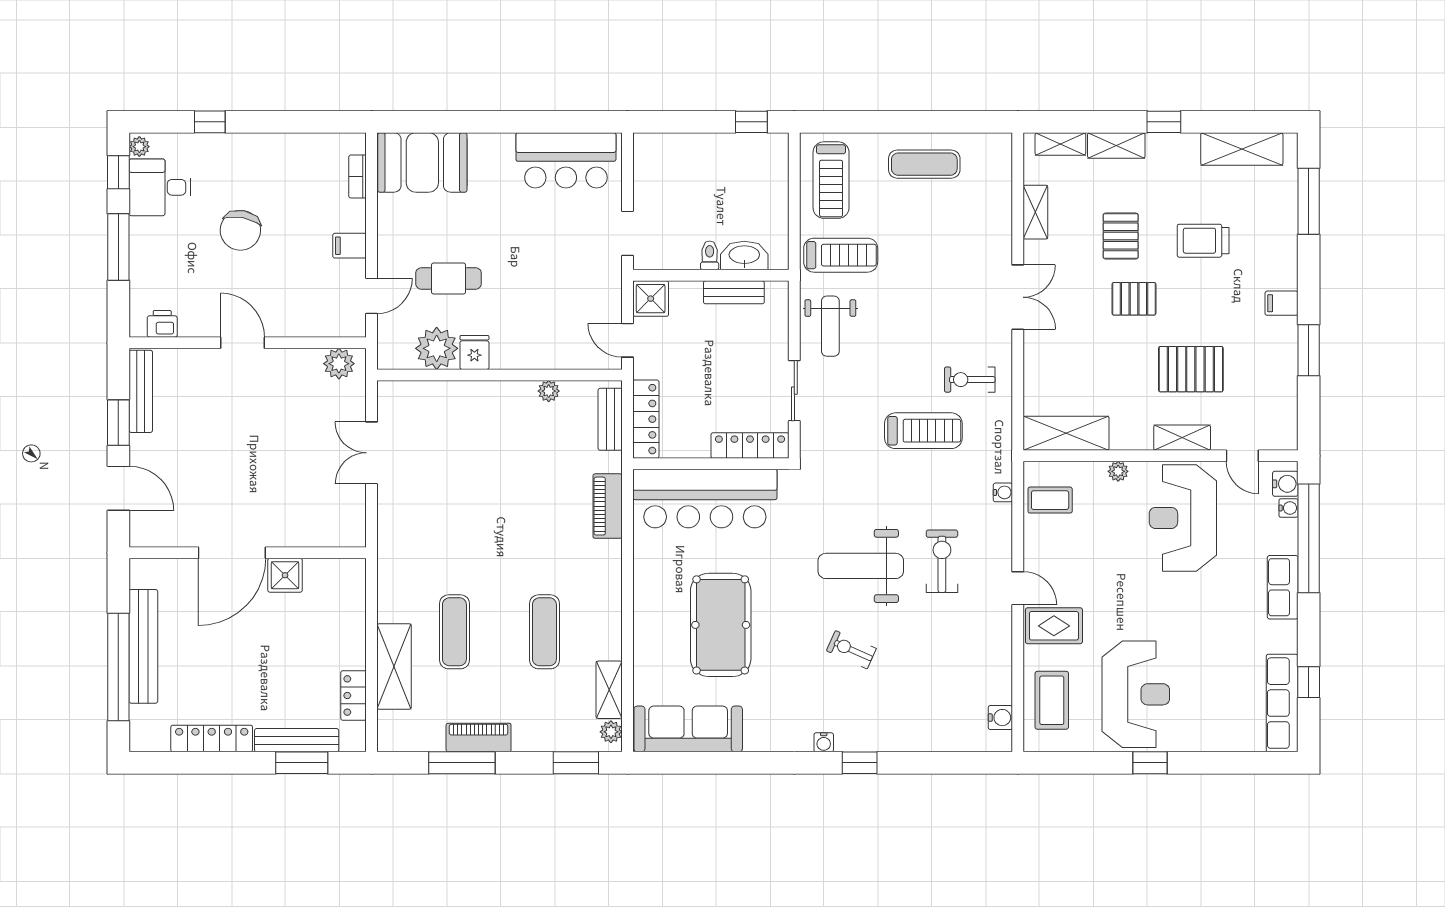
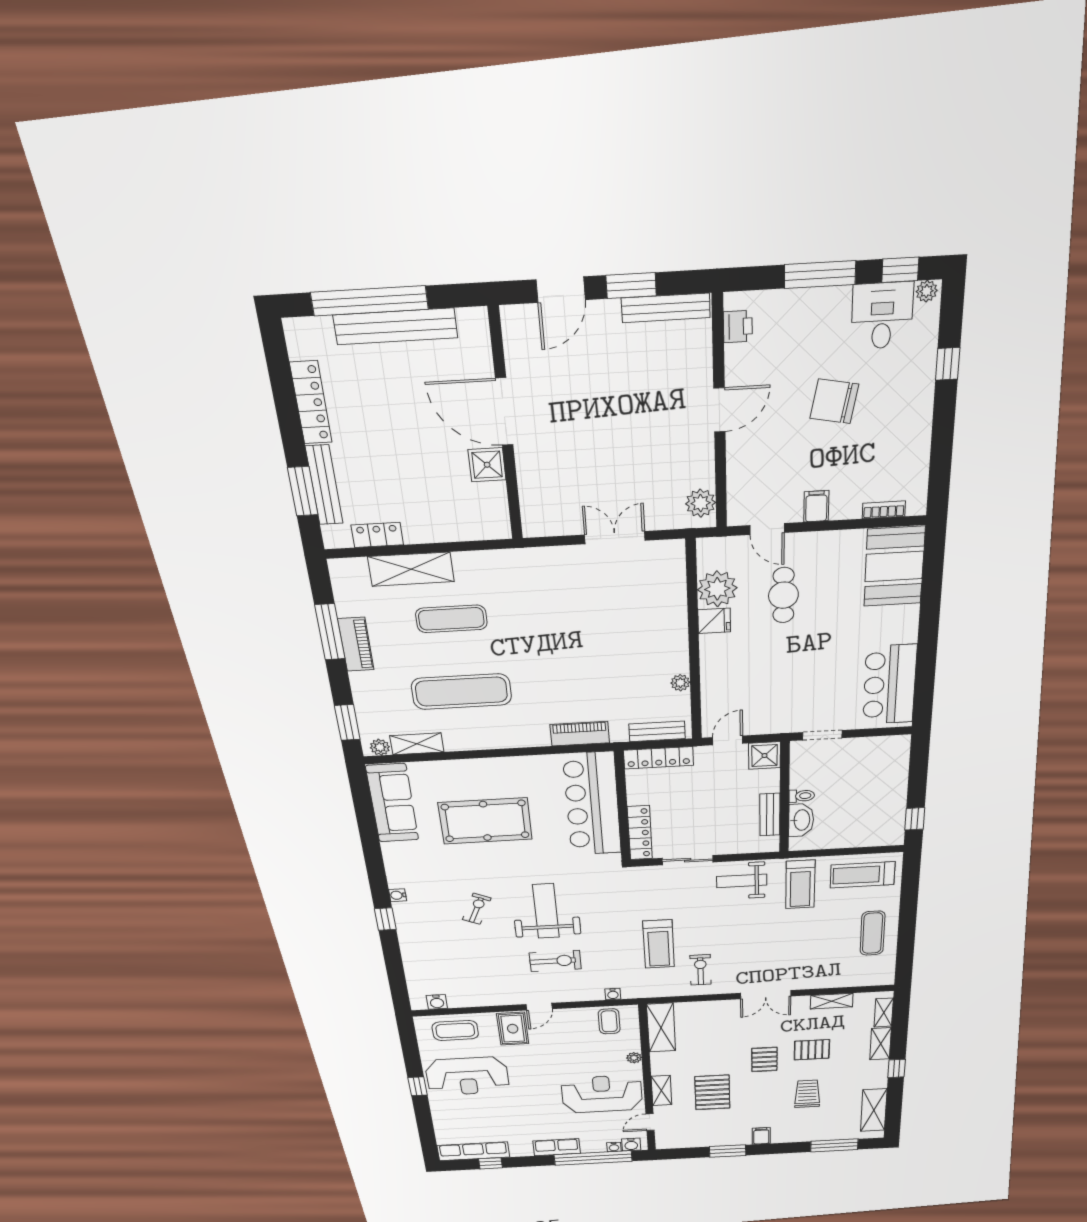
exercise mat: (544, 632) -> (461, 692), width x1.36, depth x1.45

